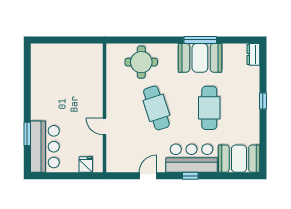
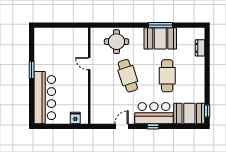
dresser: (253, 54) -> (200, 48), moved
window: (263, 101) -> (207, 111), moved
door: (105, 126) -> (89, 64), moved
window: (27, 134) -> (32, 70), moved
bar counter: (45, 147) -> (45, 98), width x1.36

